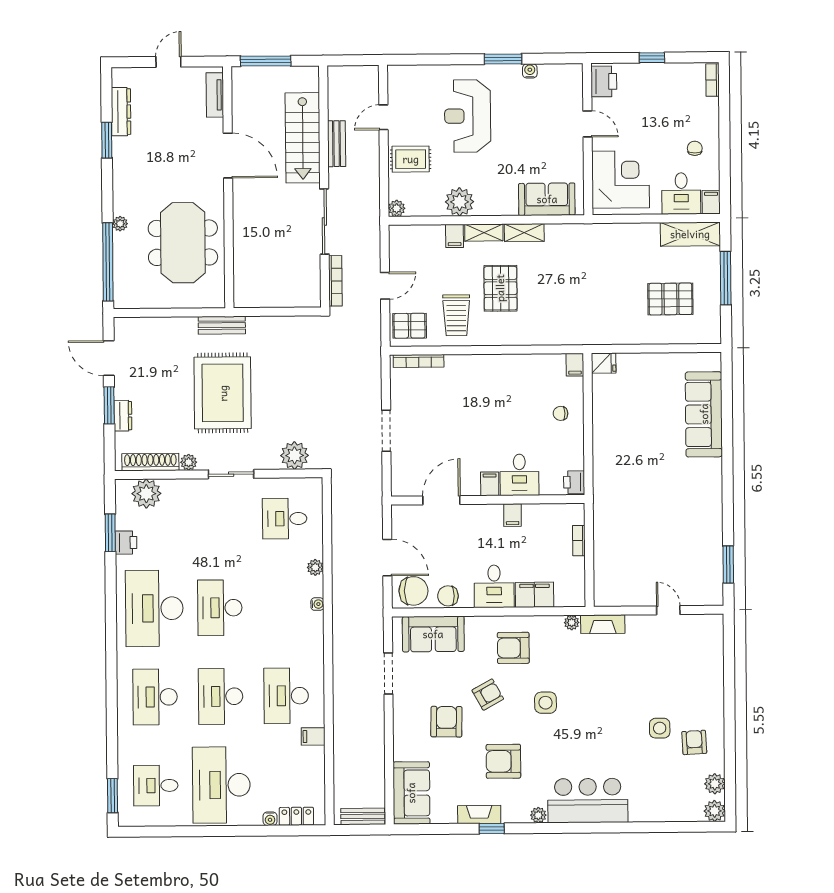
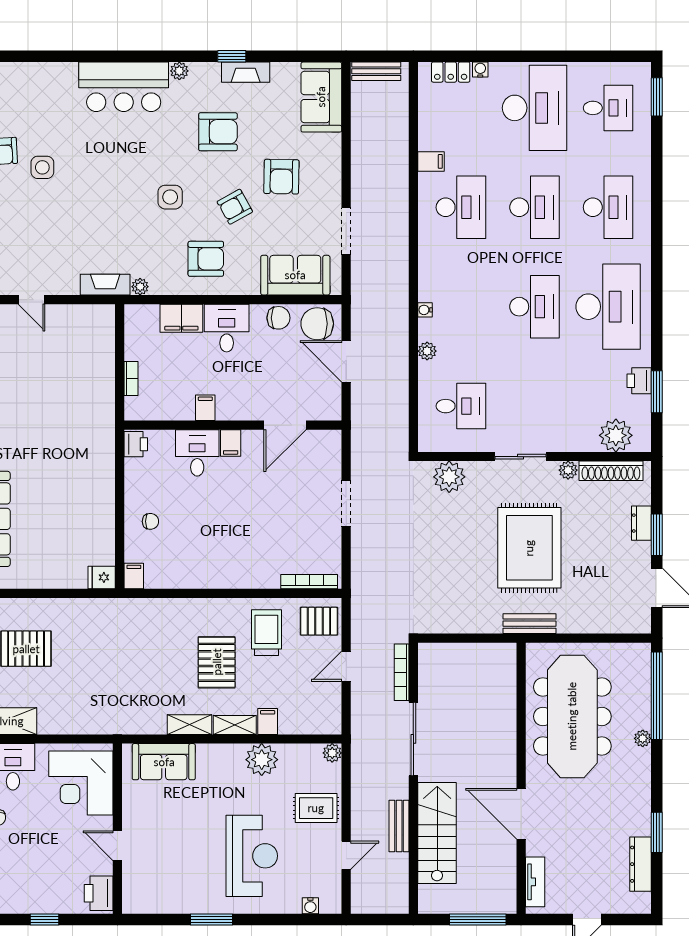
water cooler: (530, 71) -> (310, 906), moved
meeting table: (183, 243) -> (572, 716), width x1.36

